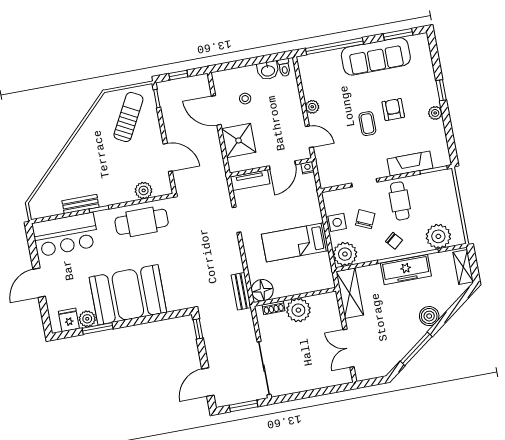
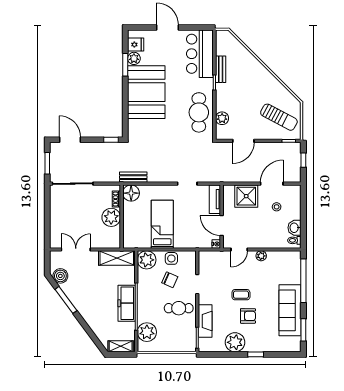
plant: (435, 113) -> (235, 342), width x1.87, depth x1.87
chair: (394, 241) -> (150, 298), removed
boiler: (429, 316) -> (60, 276), moved

